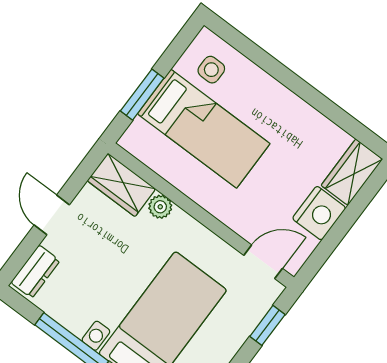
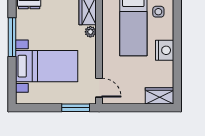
nightstand: (319, 213) -> (165, 50), moved, turned -90
window: (267, 325) -> (76, 108), width x1.50

